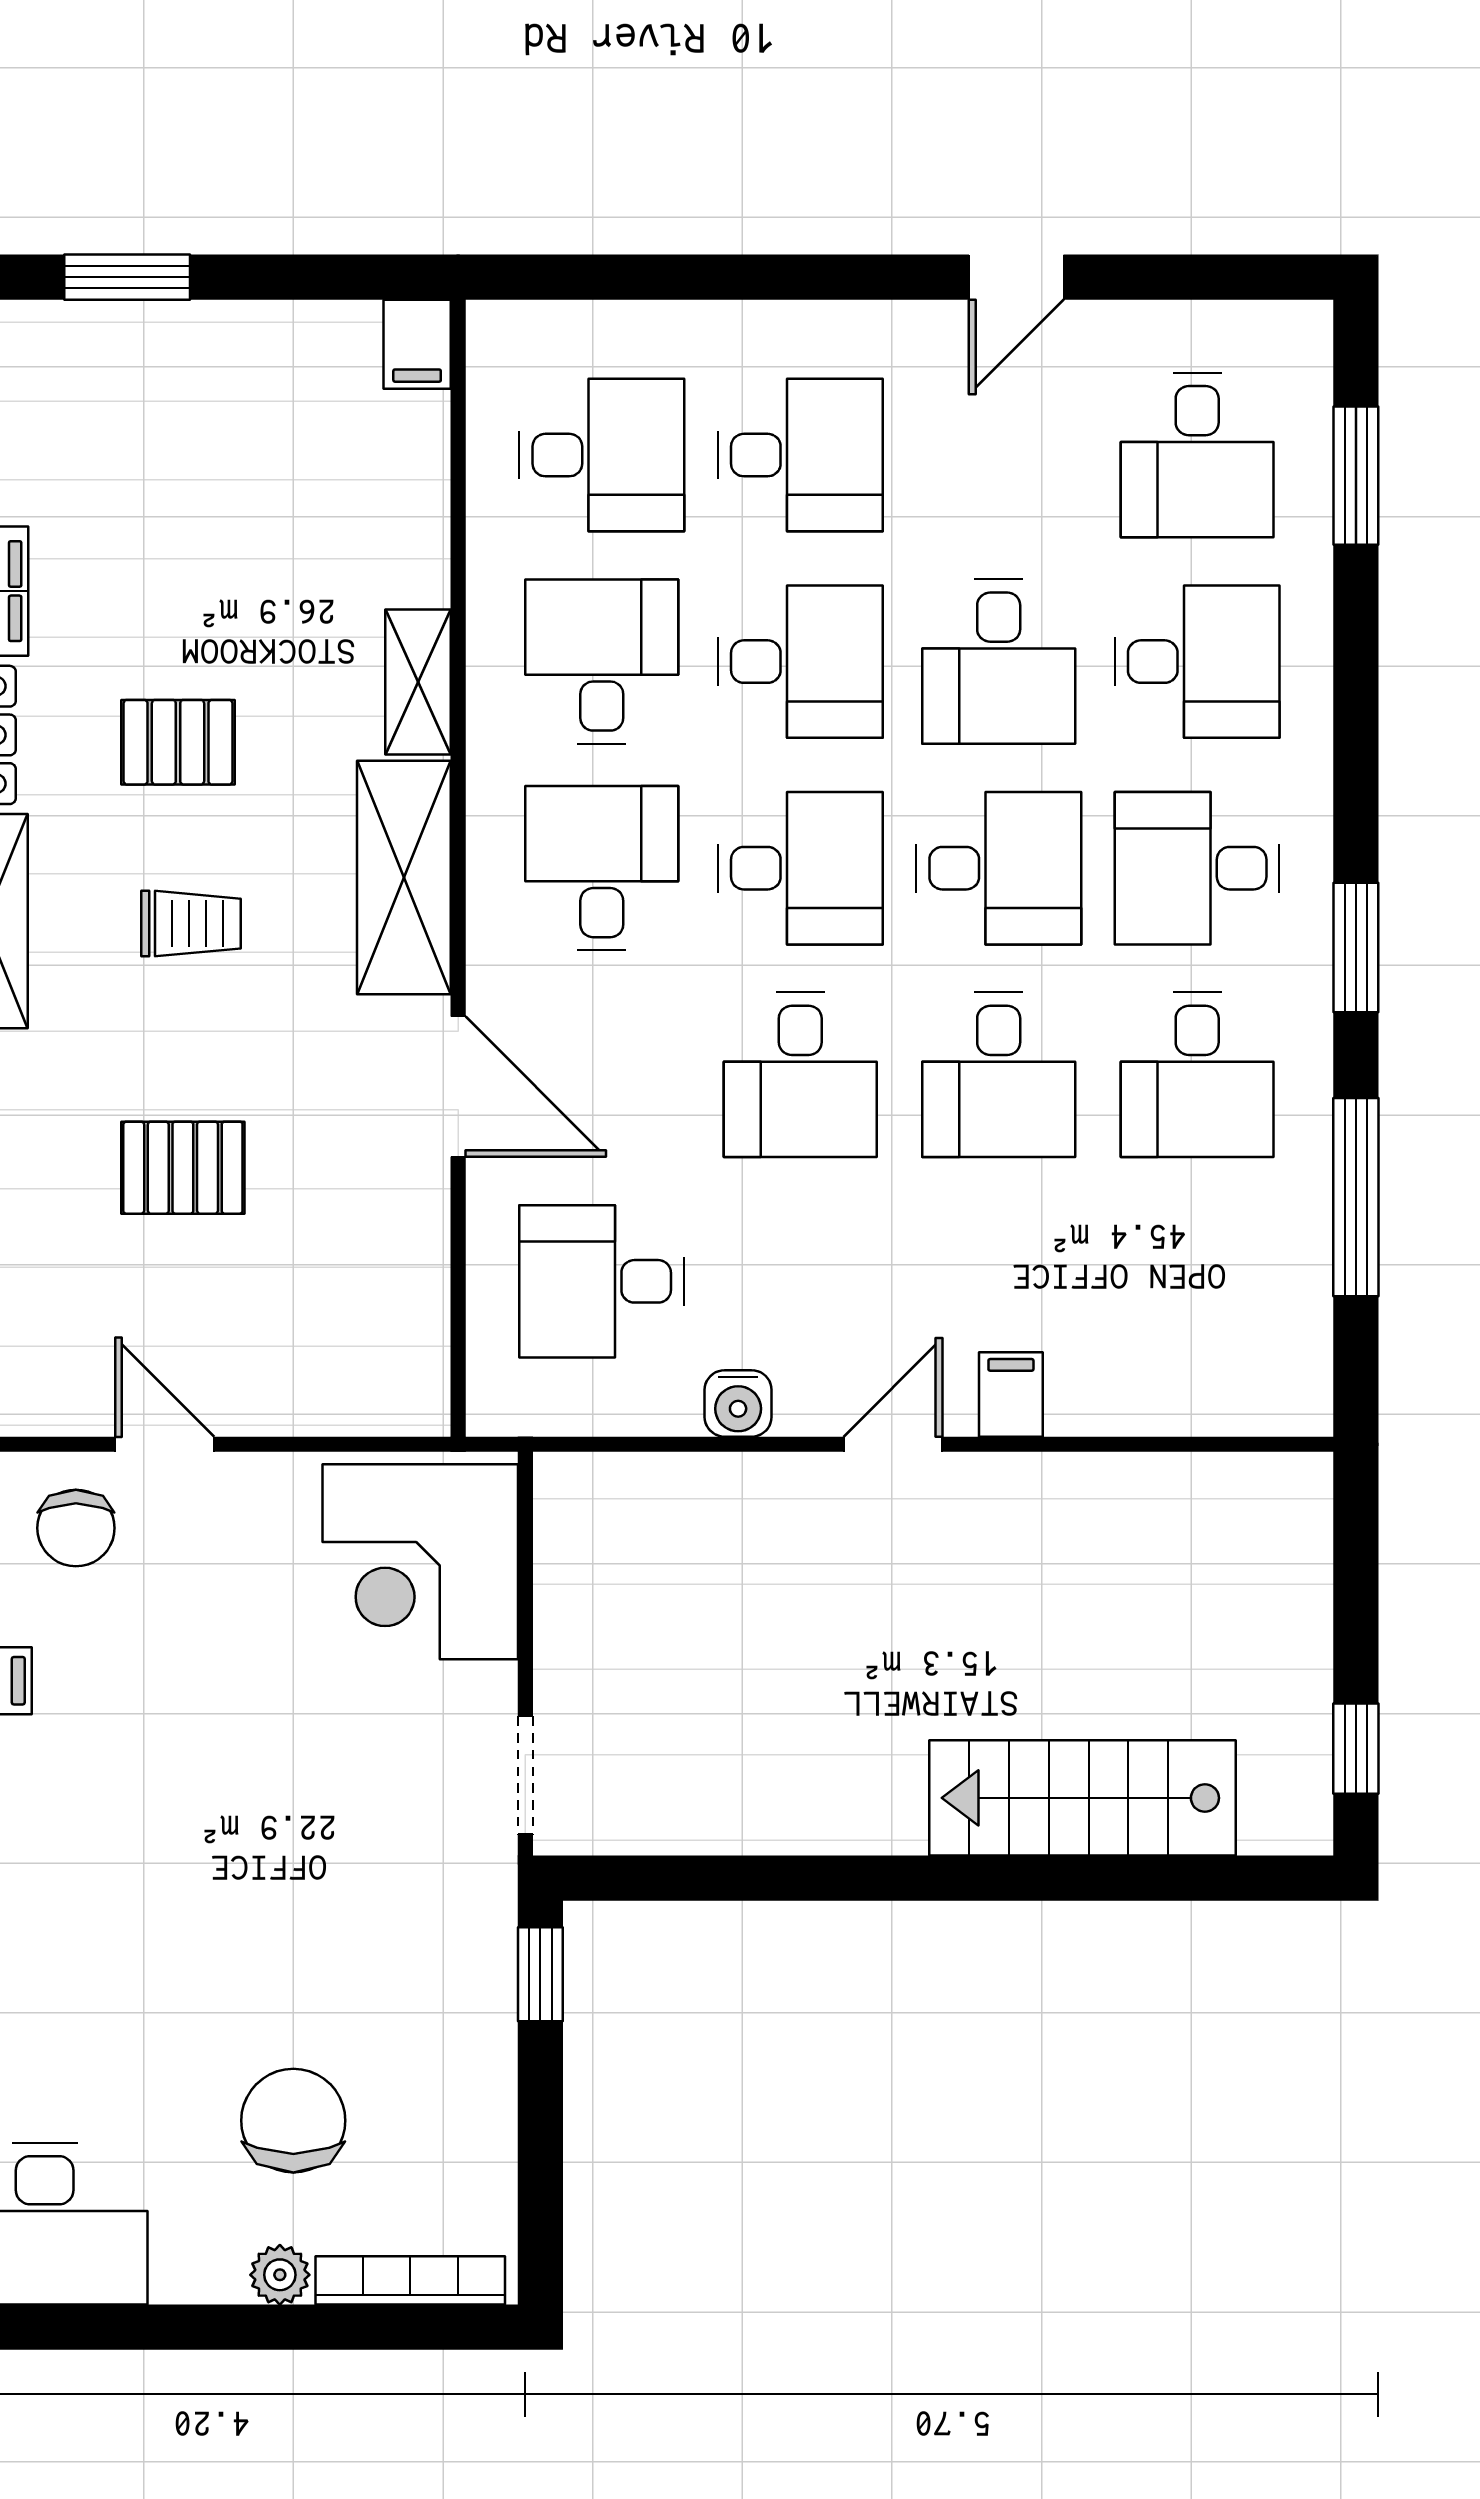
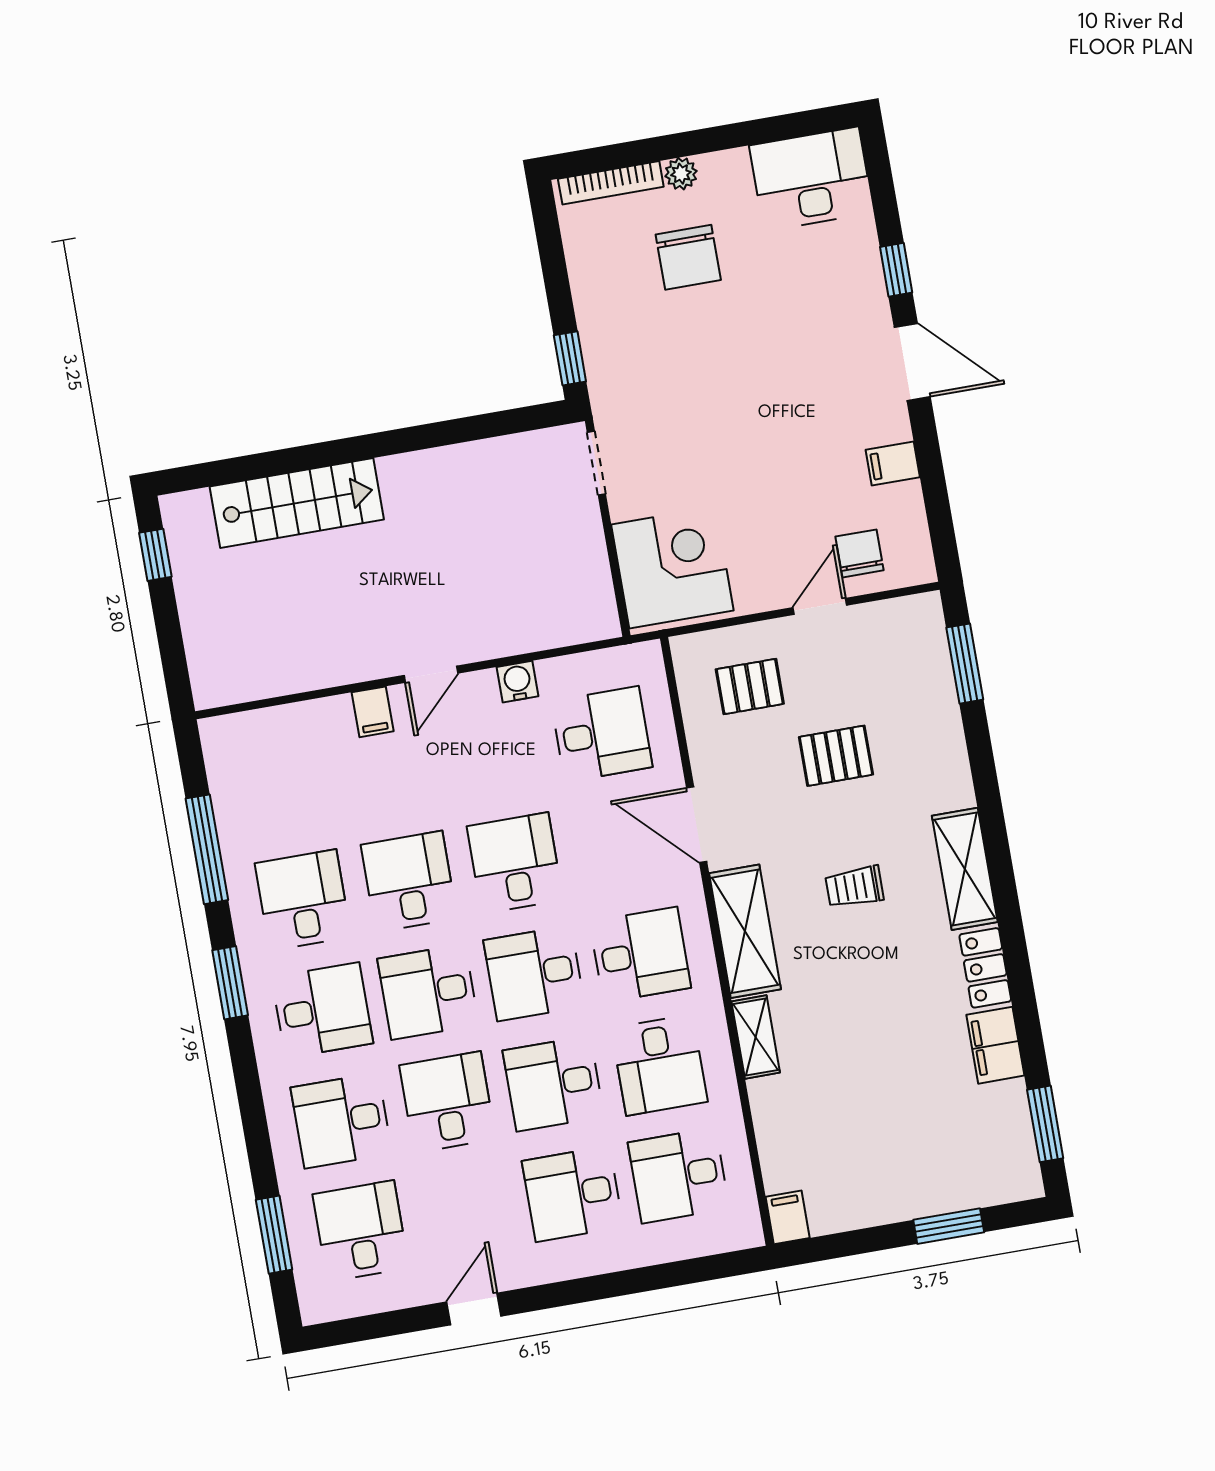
pallet: (178, 742) -> (750, 687), moved
desk: (602, 868) -> (640, 955), turned -90
door: (165, 1444) -> (820, 606), swing flipped

